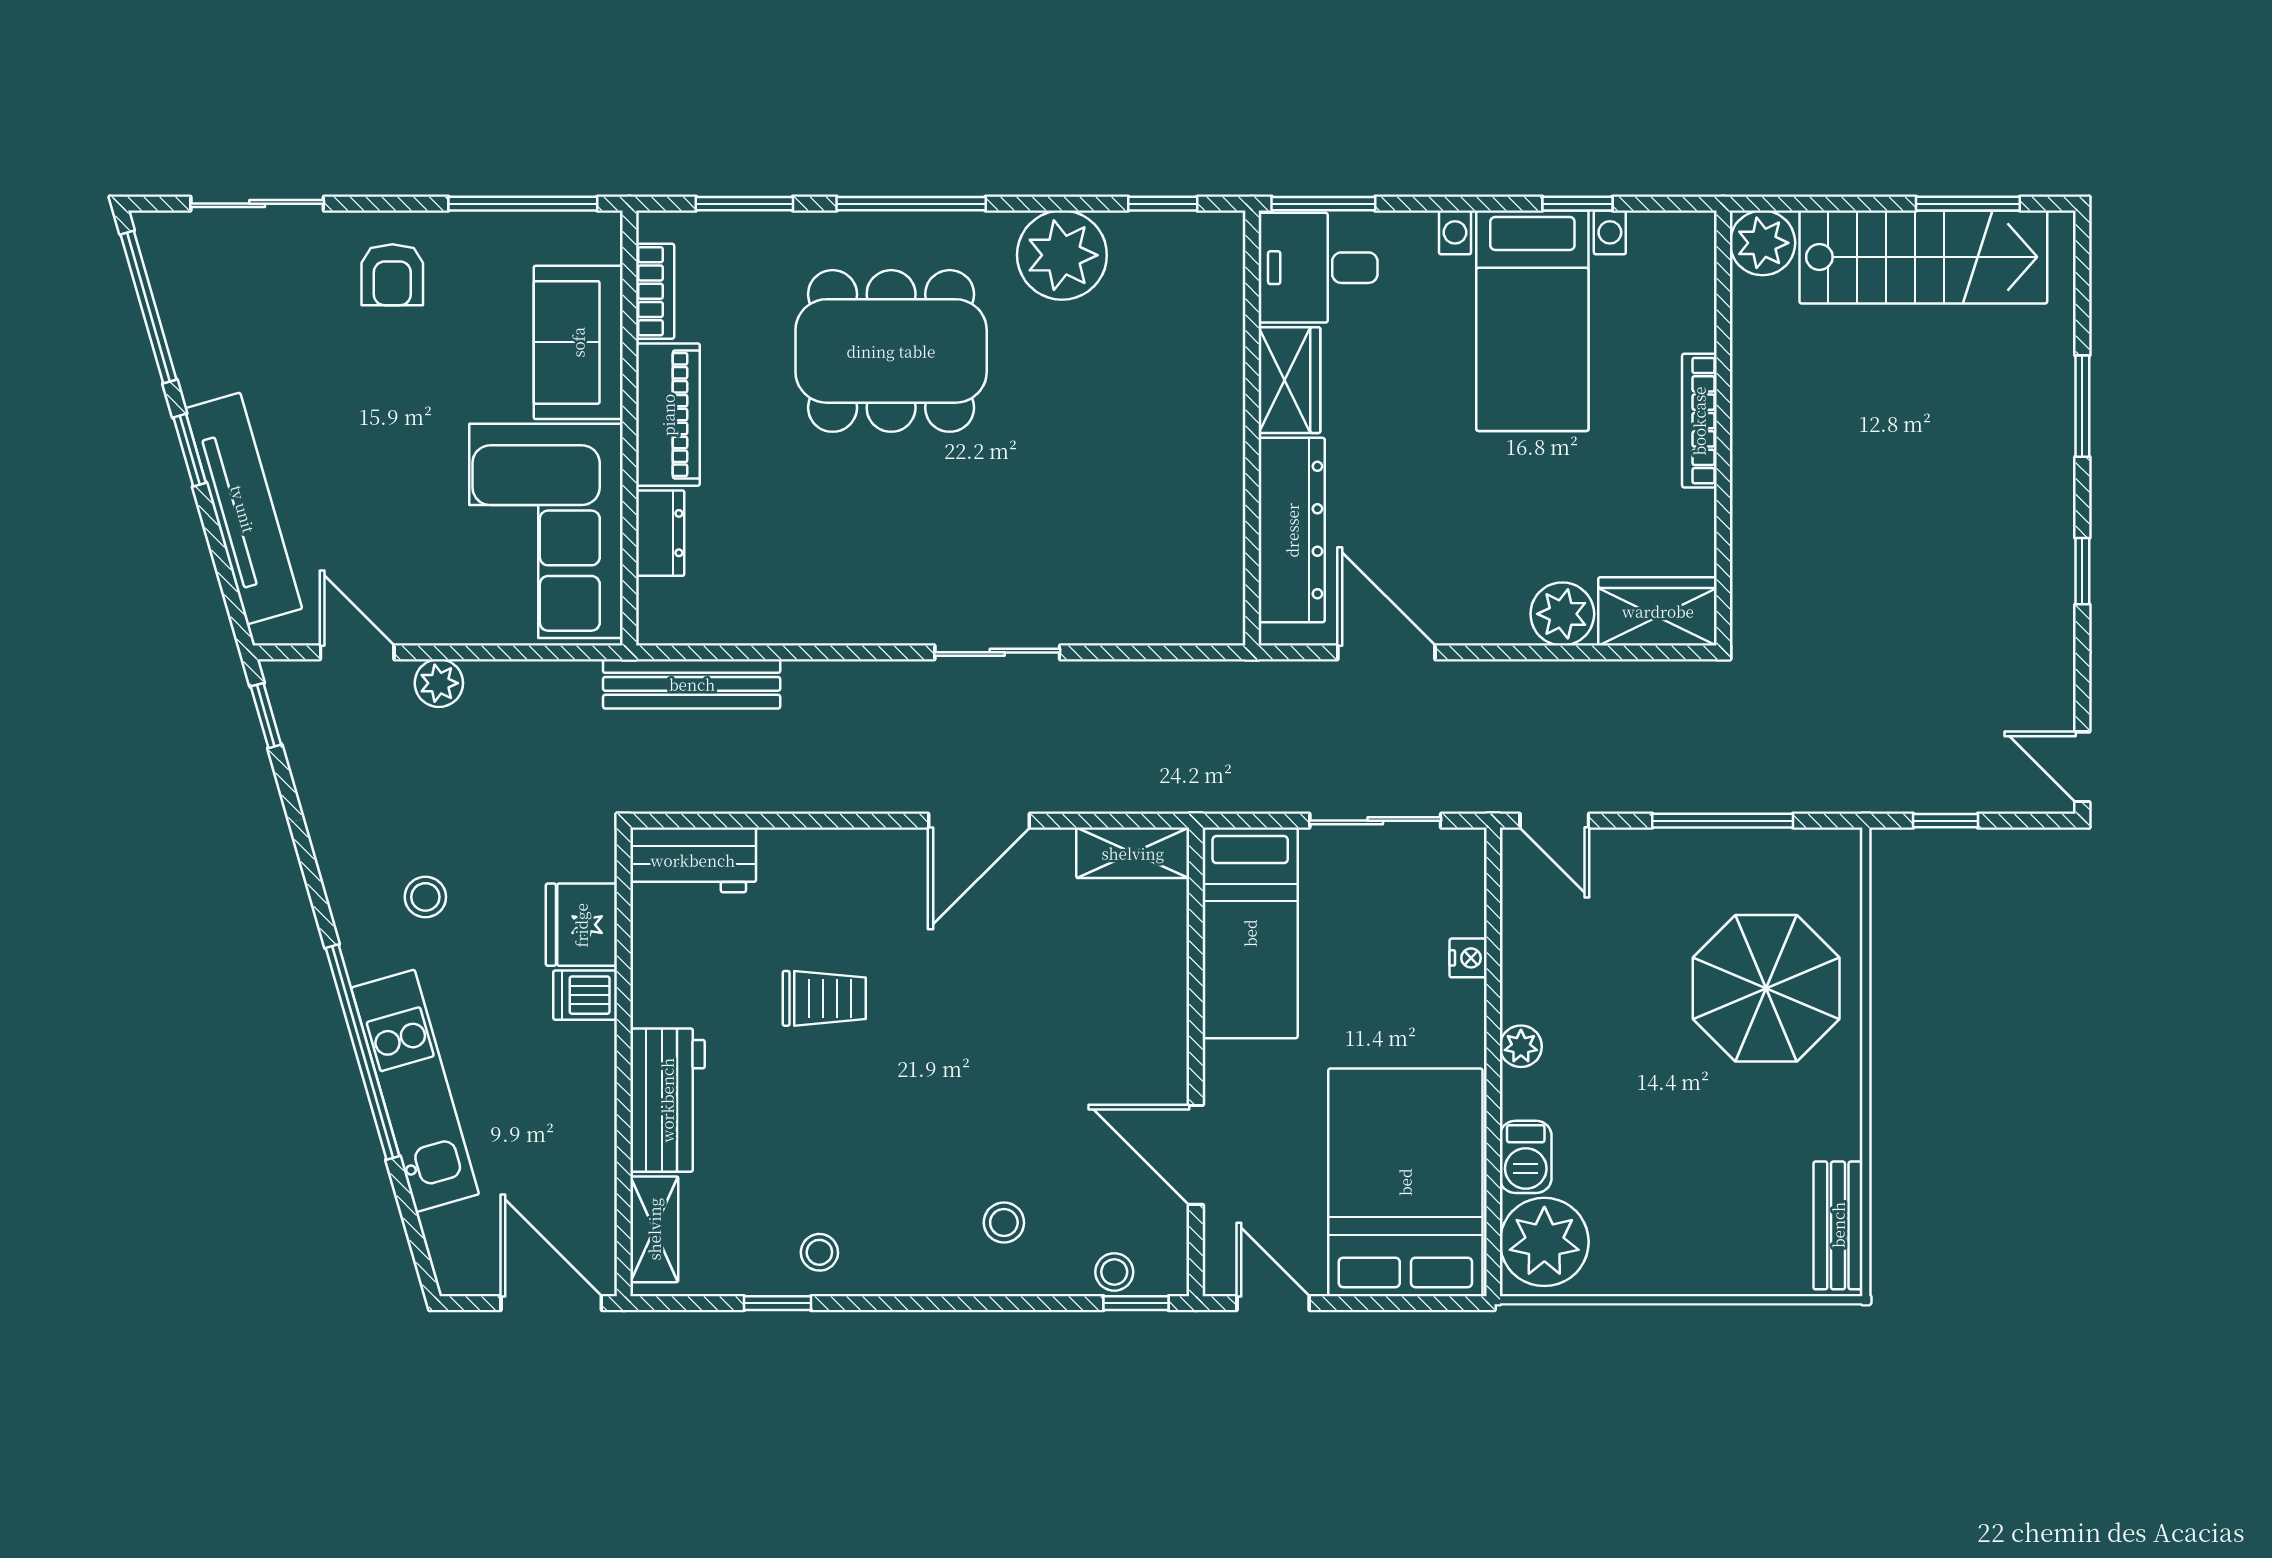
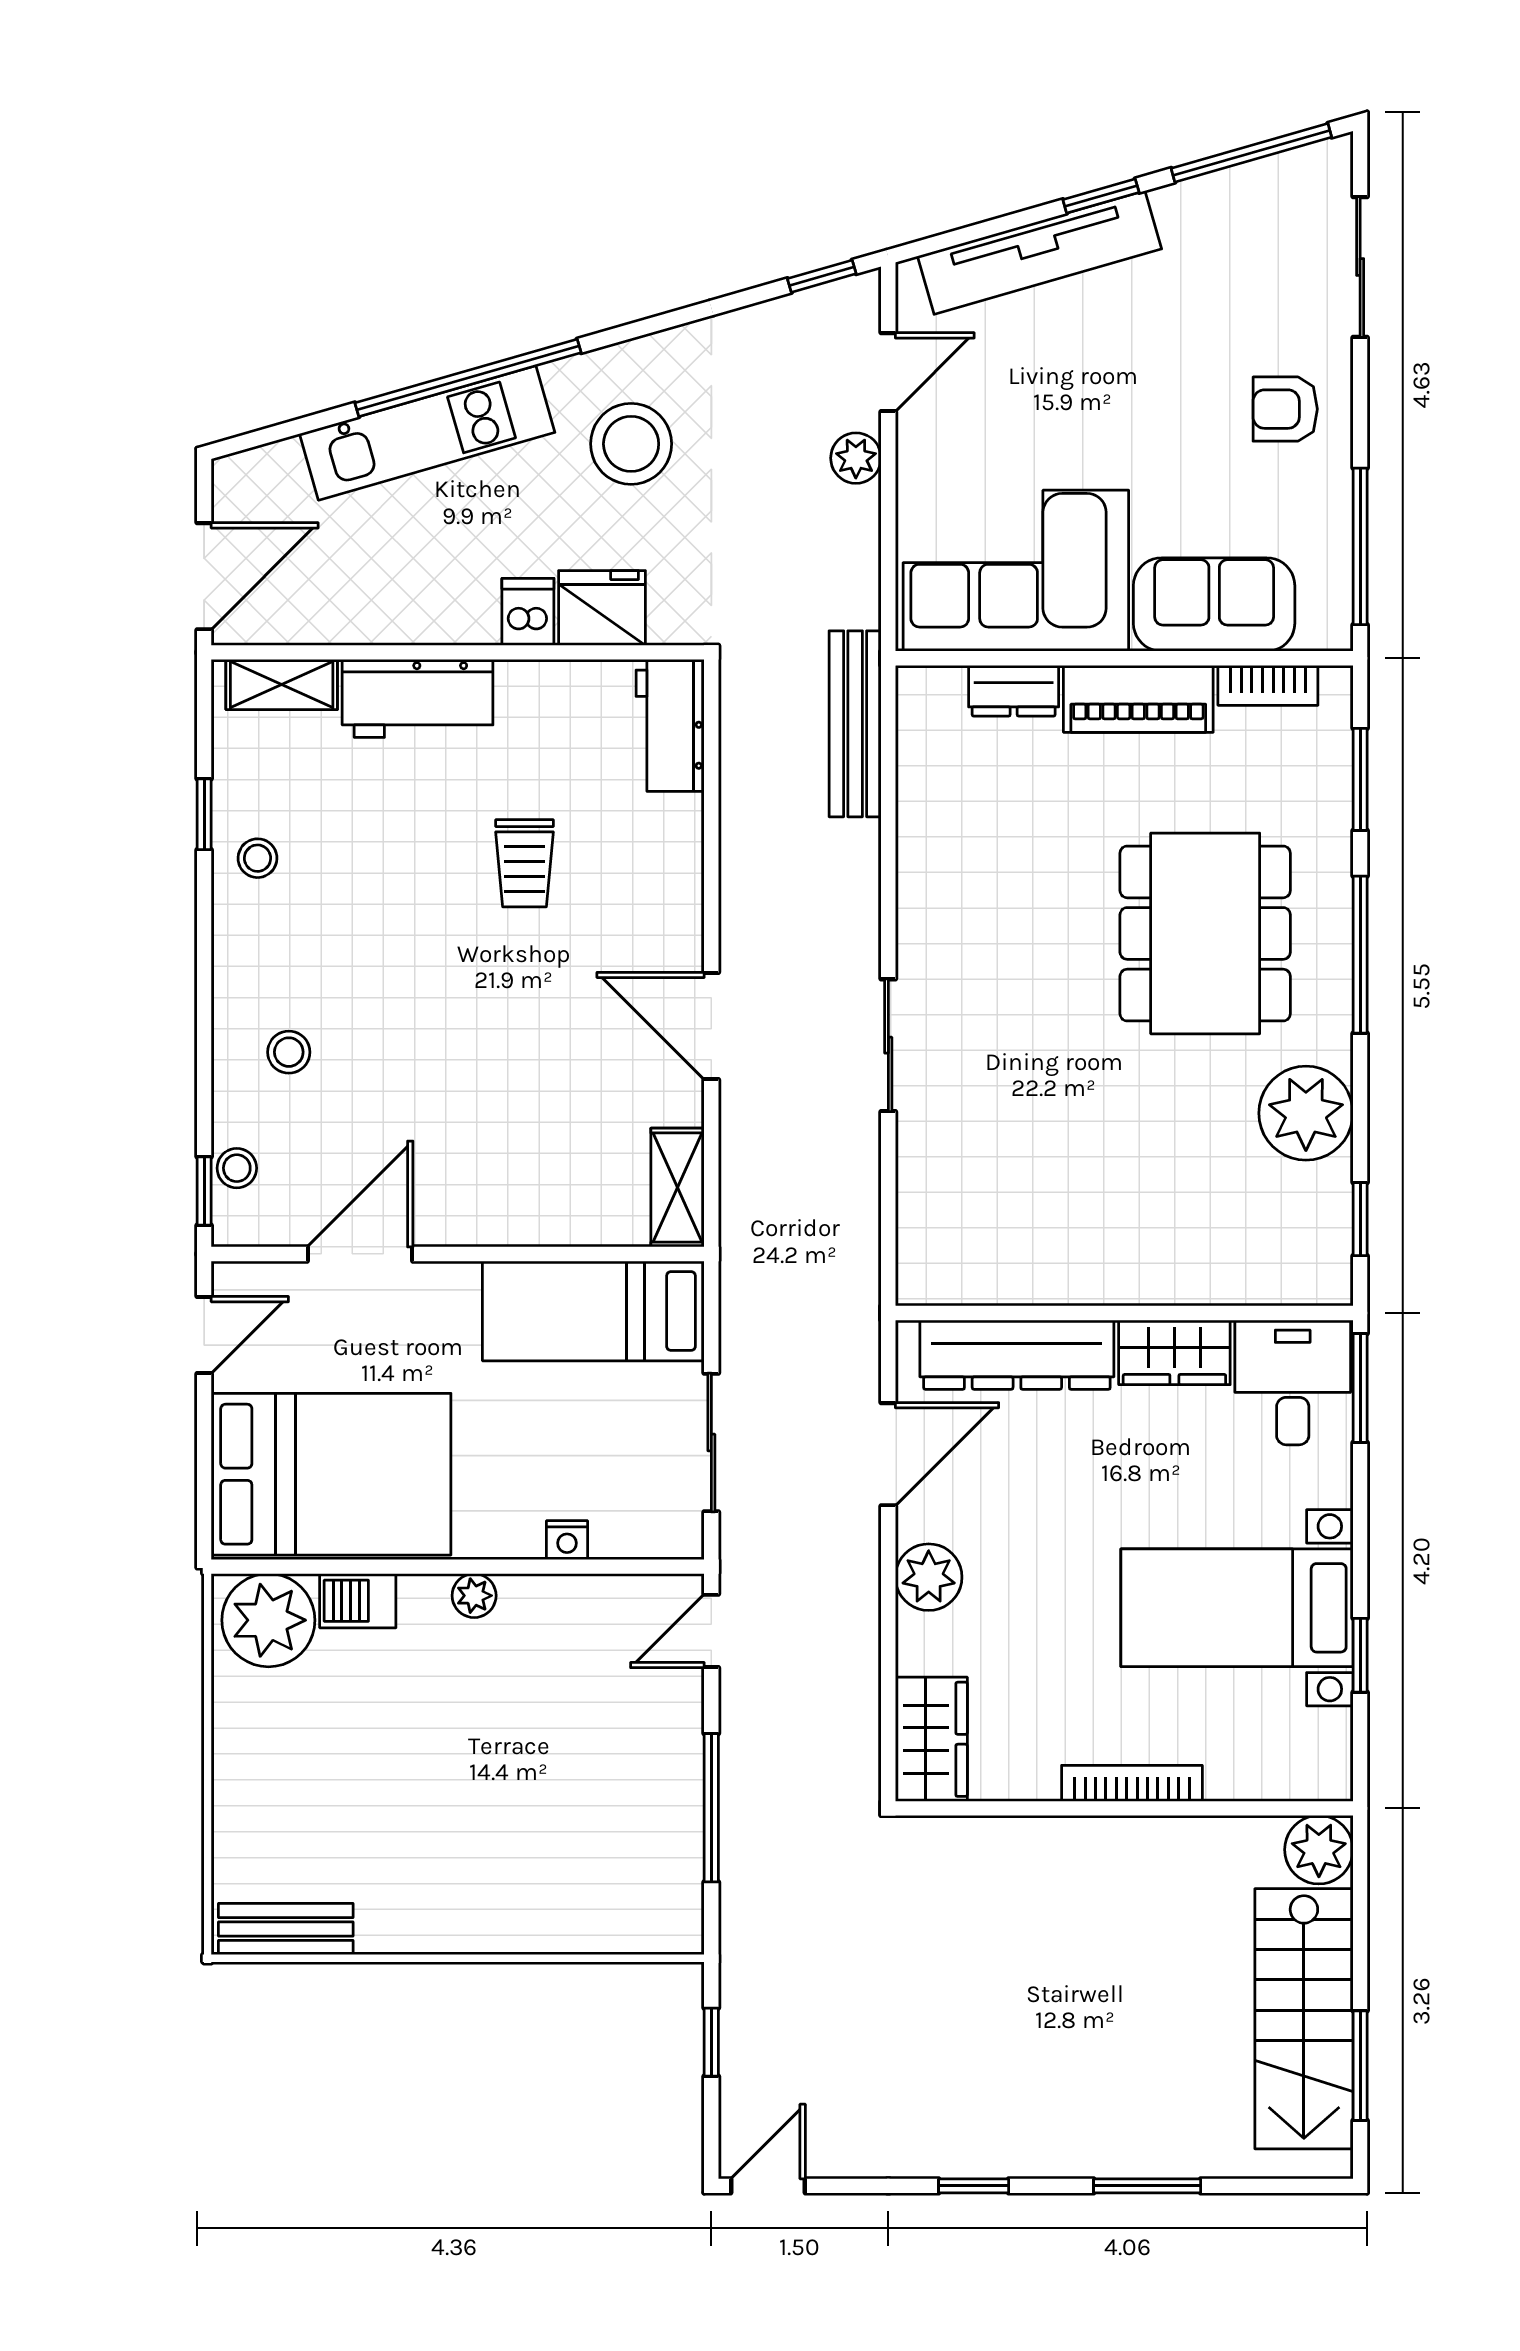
plant: (1562, 614) -> (929, 1577), moved
stool: (425, 897) -> (631, 444), width x1.89, depth x1.89
parasol: (1766, 988) -> (535, 1854), removed

